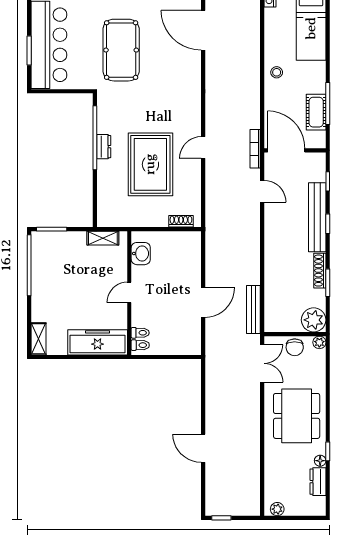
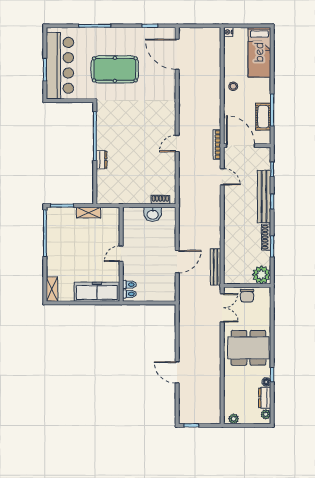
pool table: (121, 50) -> (115, 69), turned 90
dresser: (104, 147) -> (102, 160), moved
rug: (150, 164) -> (137, 156), removed
shelving: (103, 238) -> (89, 213), moved
washbasin: (141, 254) -> (153, 214), moved, turned 90
plant: (319, 342) -> (266, 414), moved
dining table: (297, 416) -> (248, 348), turned 90

